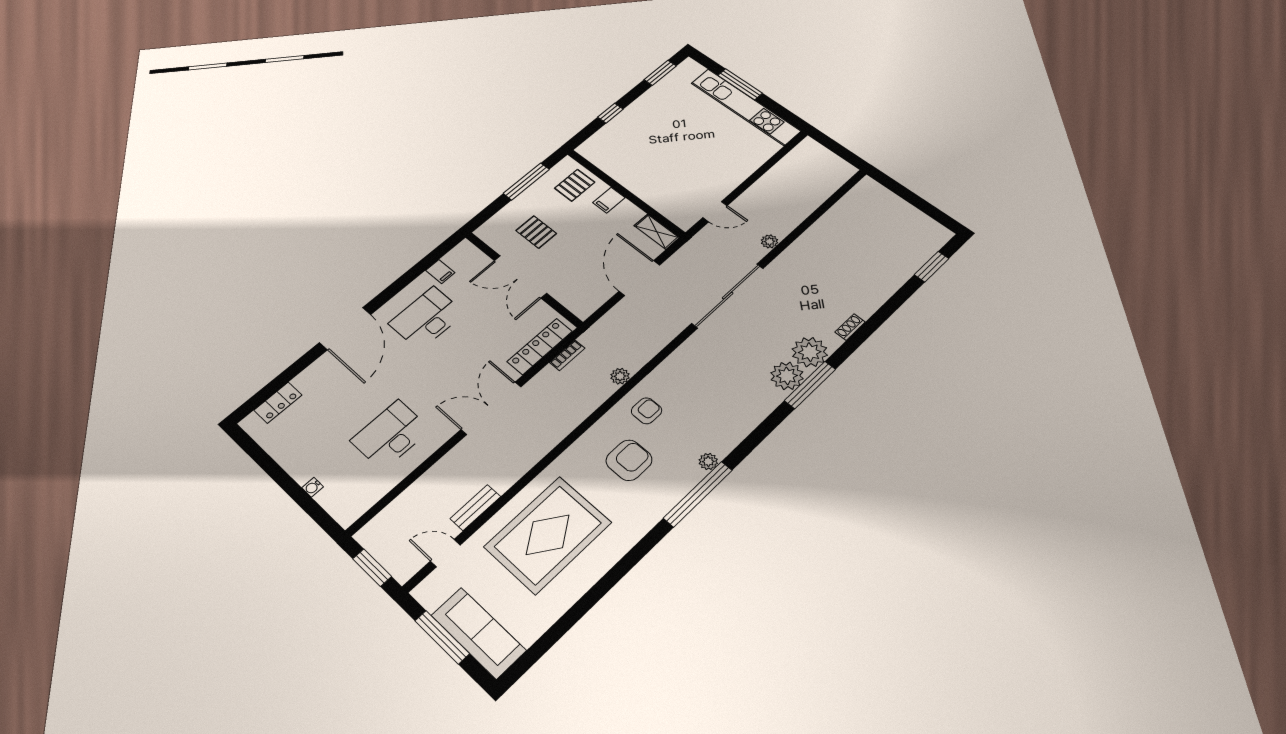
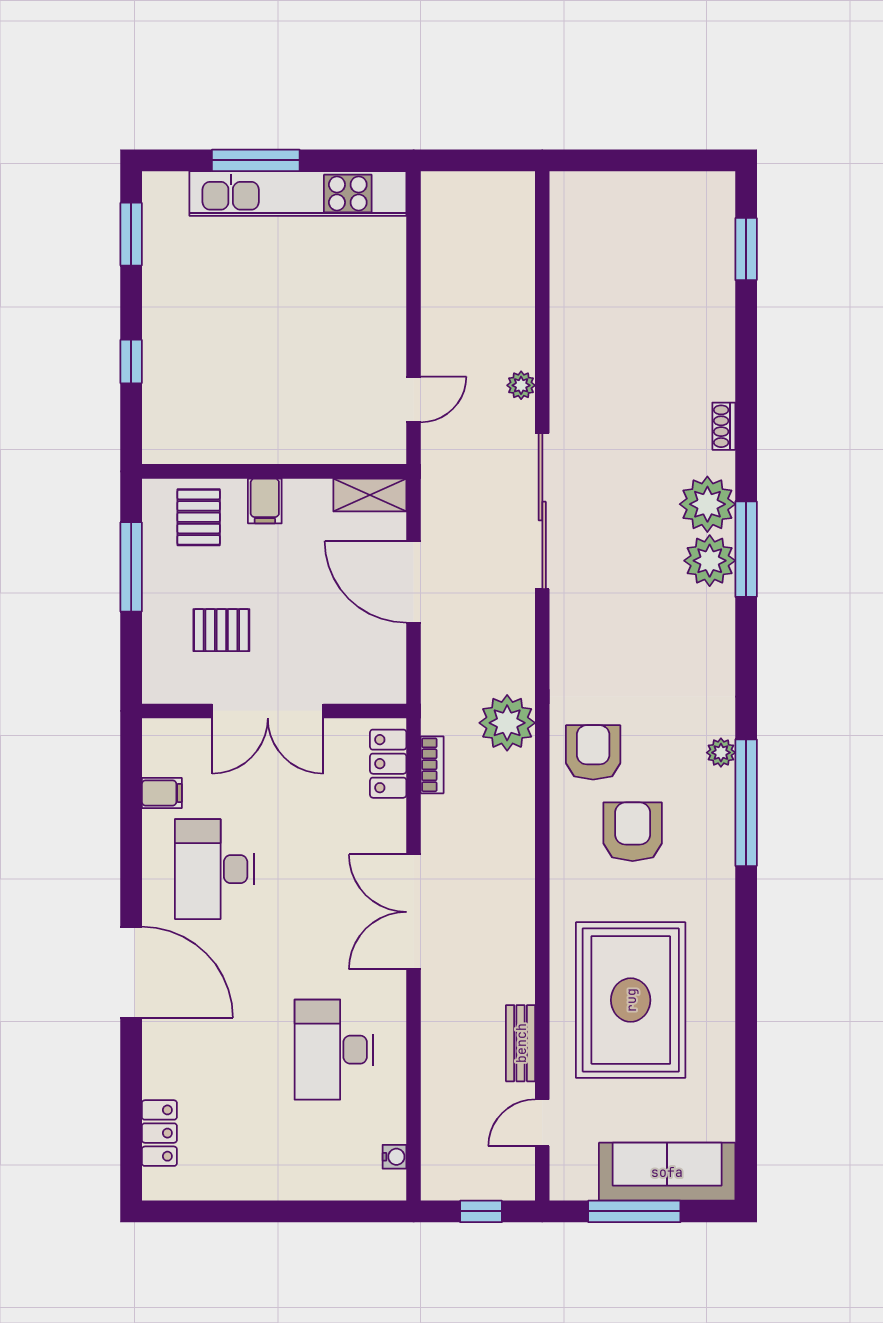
locker: (540, 346) -> (388, 764), width x0.66
plant: (620, 376) -> (507, 723), width x1.87, depth x1.87
armchair: (647, 411) -> (593, 752), width x1.38, depth x1.38
water cooler: (313, 487) -> (394, 1157), moved, turned -90
window: (372, 568) -> (481, 1211), width x0.67

